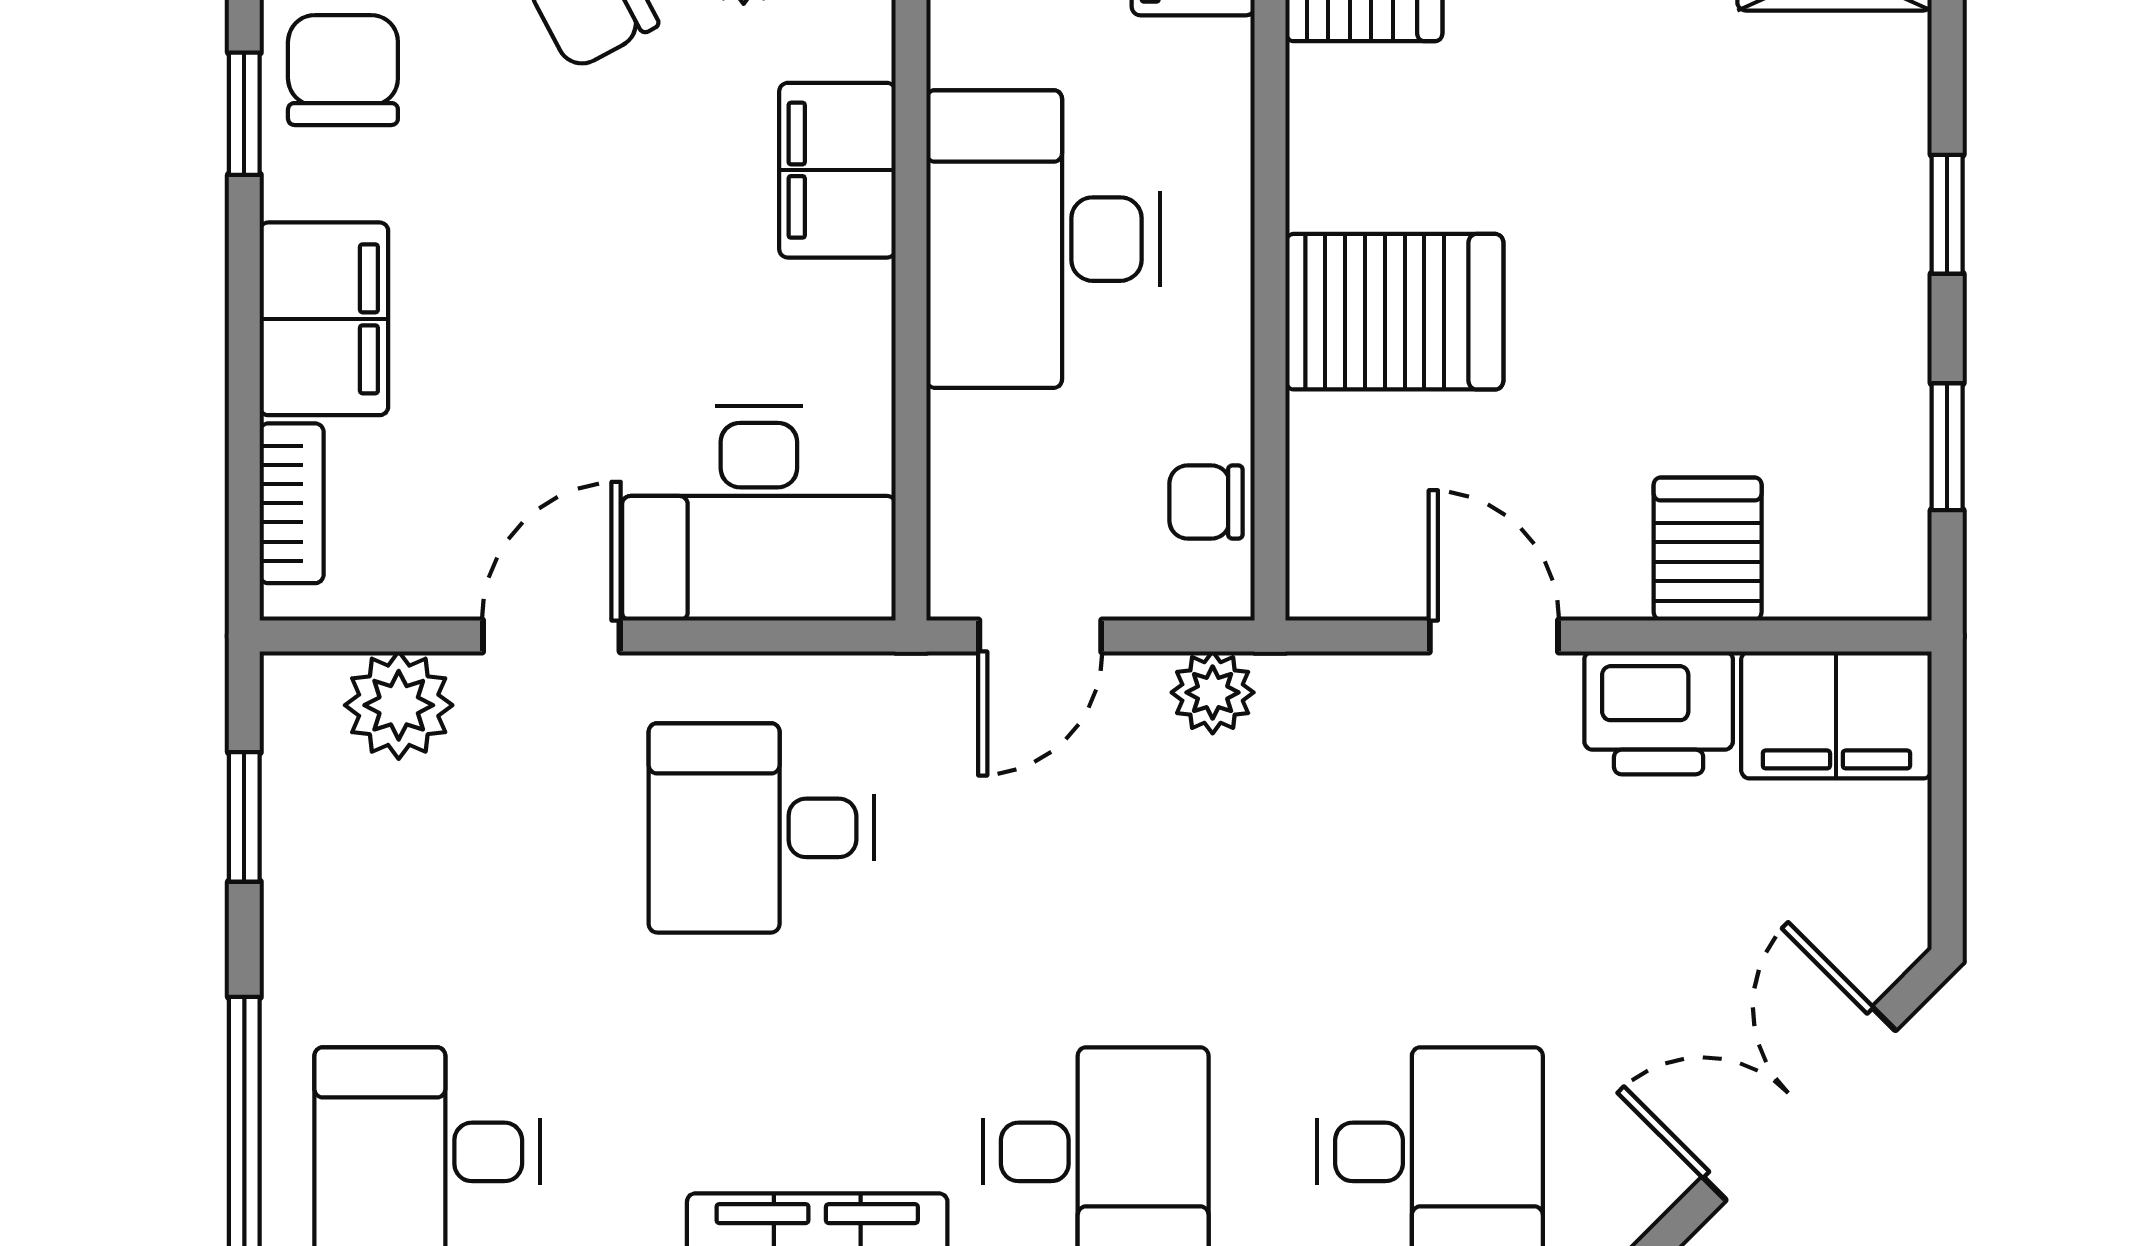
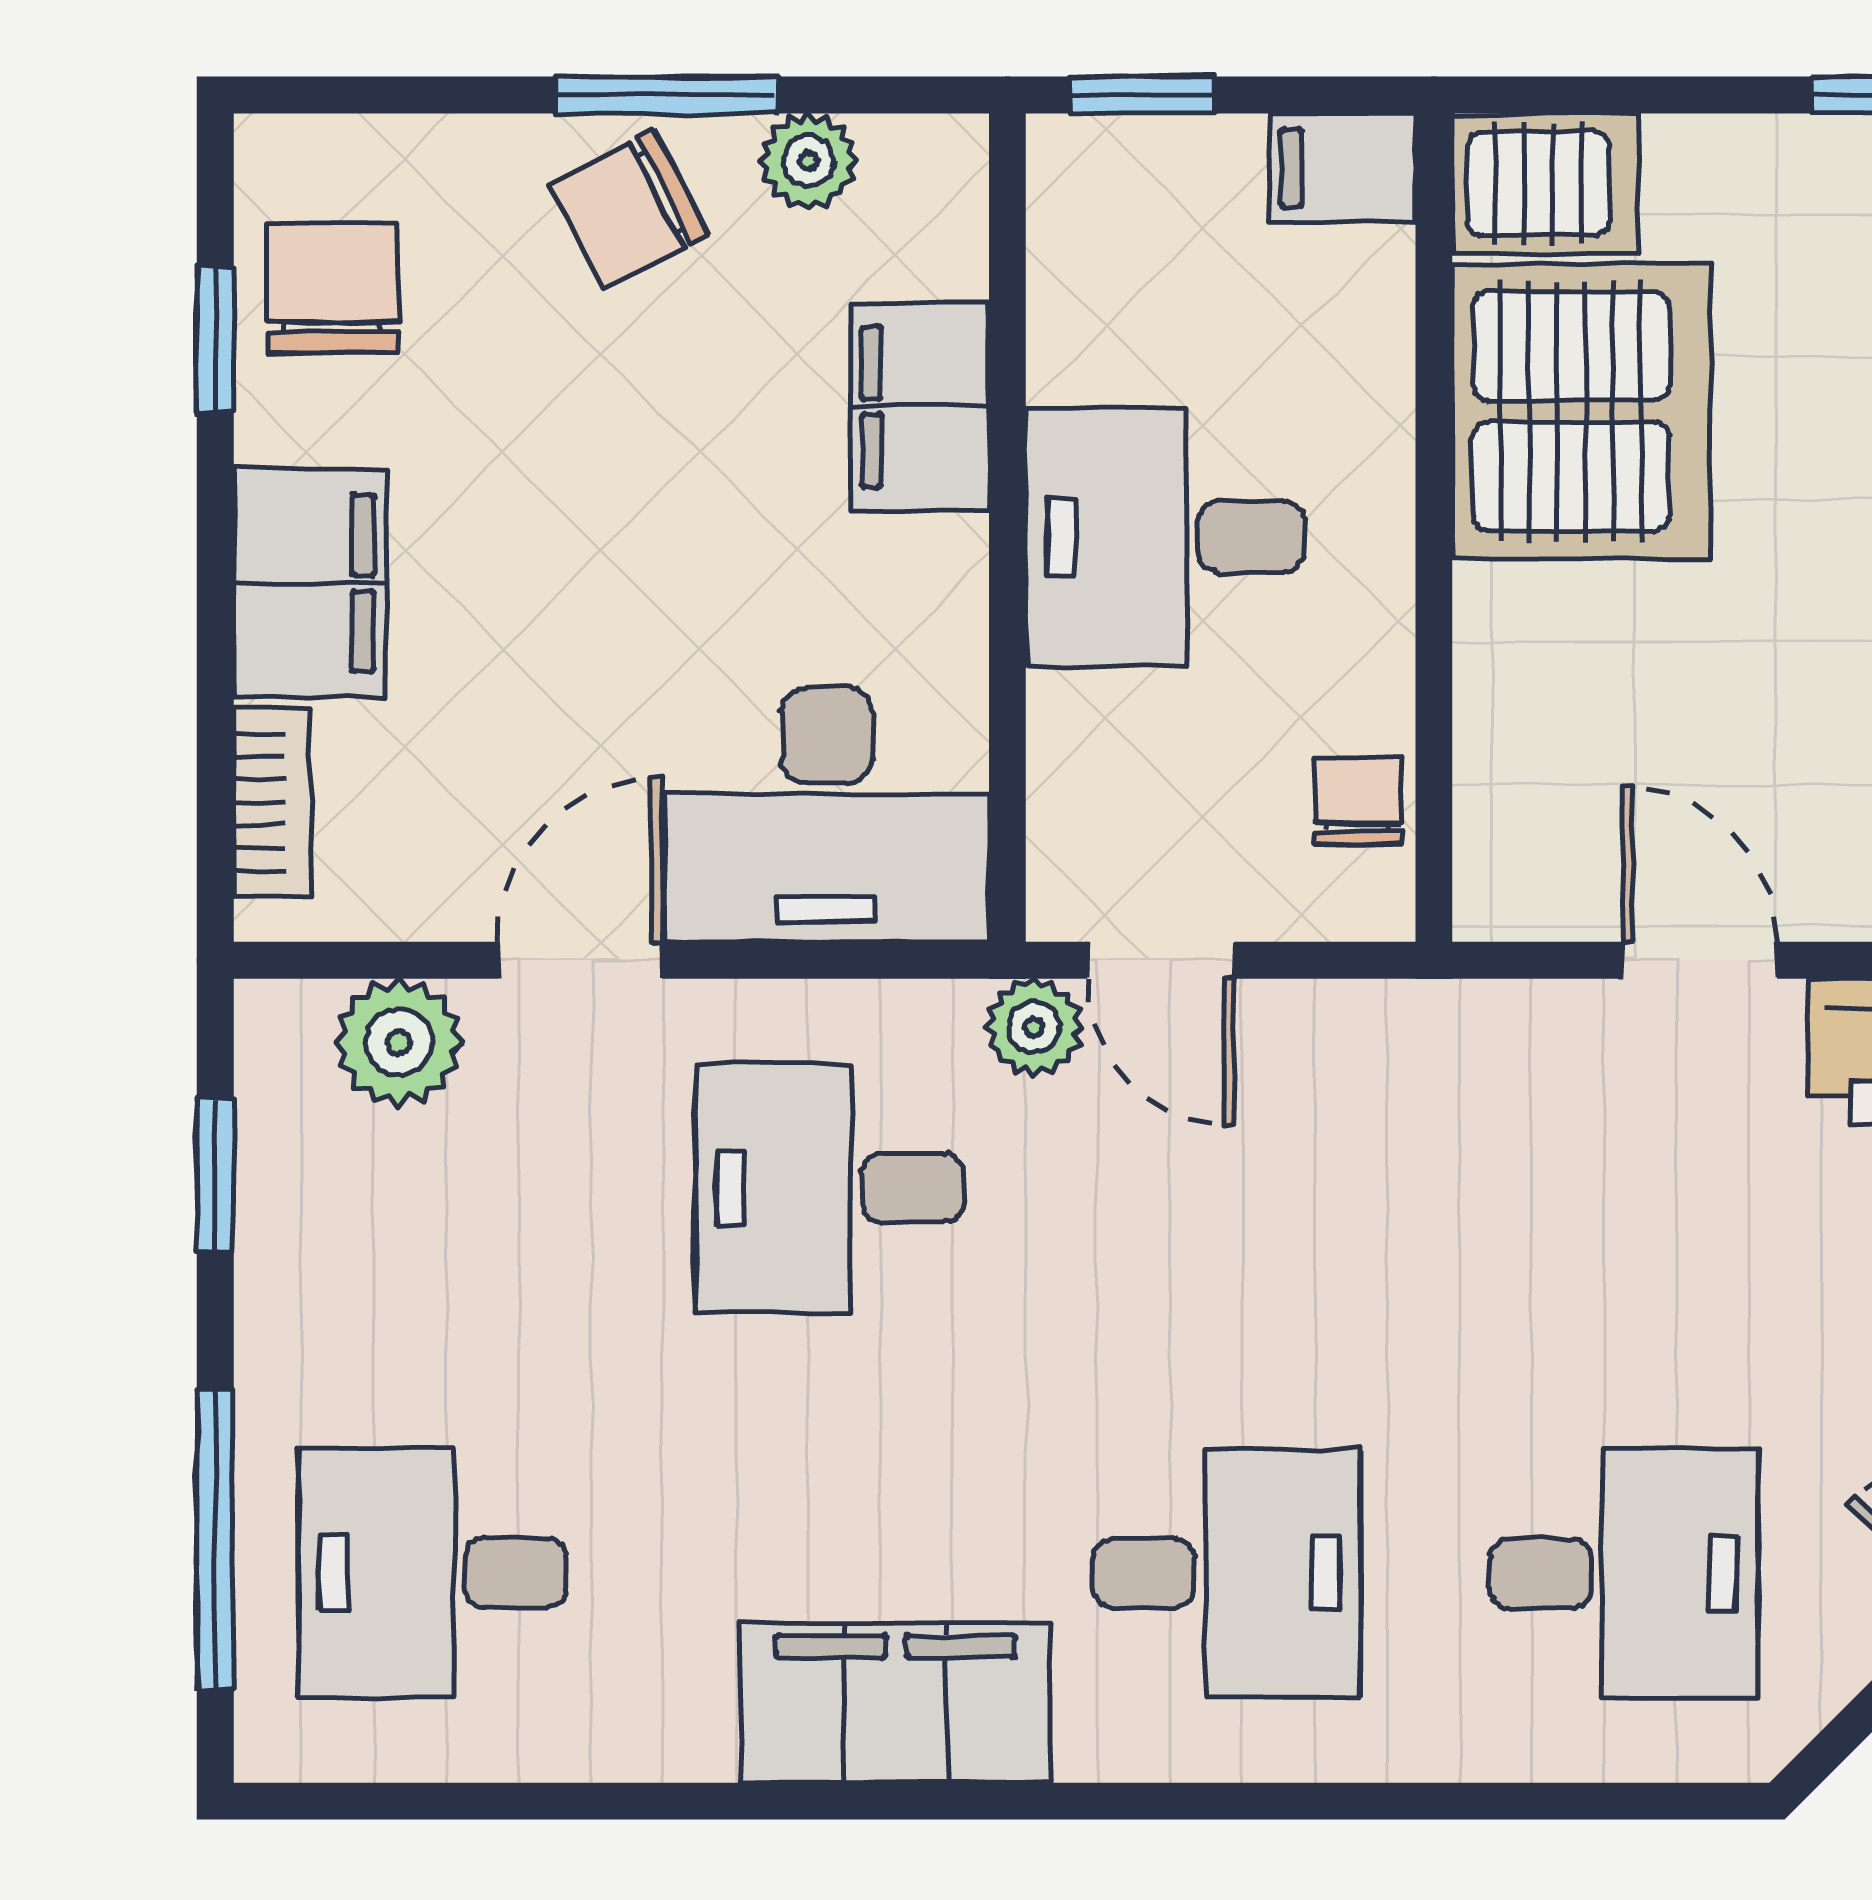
desk: (1043, 239) -> (1165, 537), width x0.73
server rack: (1394, 312) -> (1582, 411), moved, width x1.60
chair: (1206, 502) -> (1358, 801), turned 90
door: (1040, 636) -> (1161, 960), hinge flipped
plant: (1213, 692) -> (1034, 1027), moved

